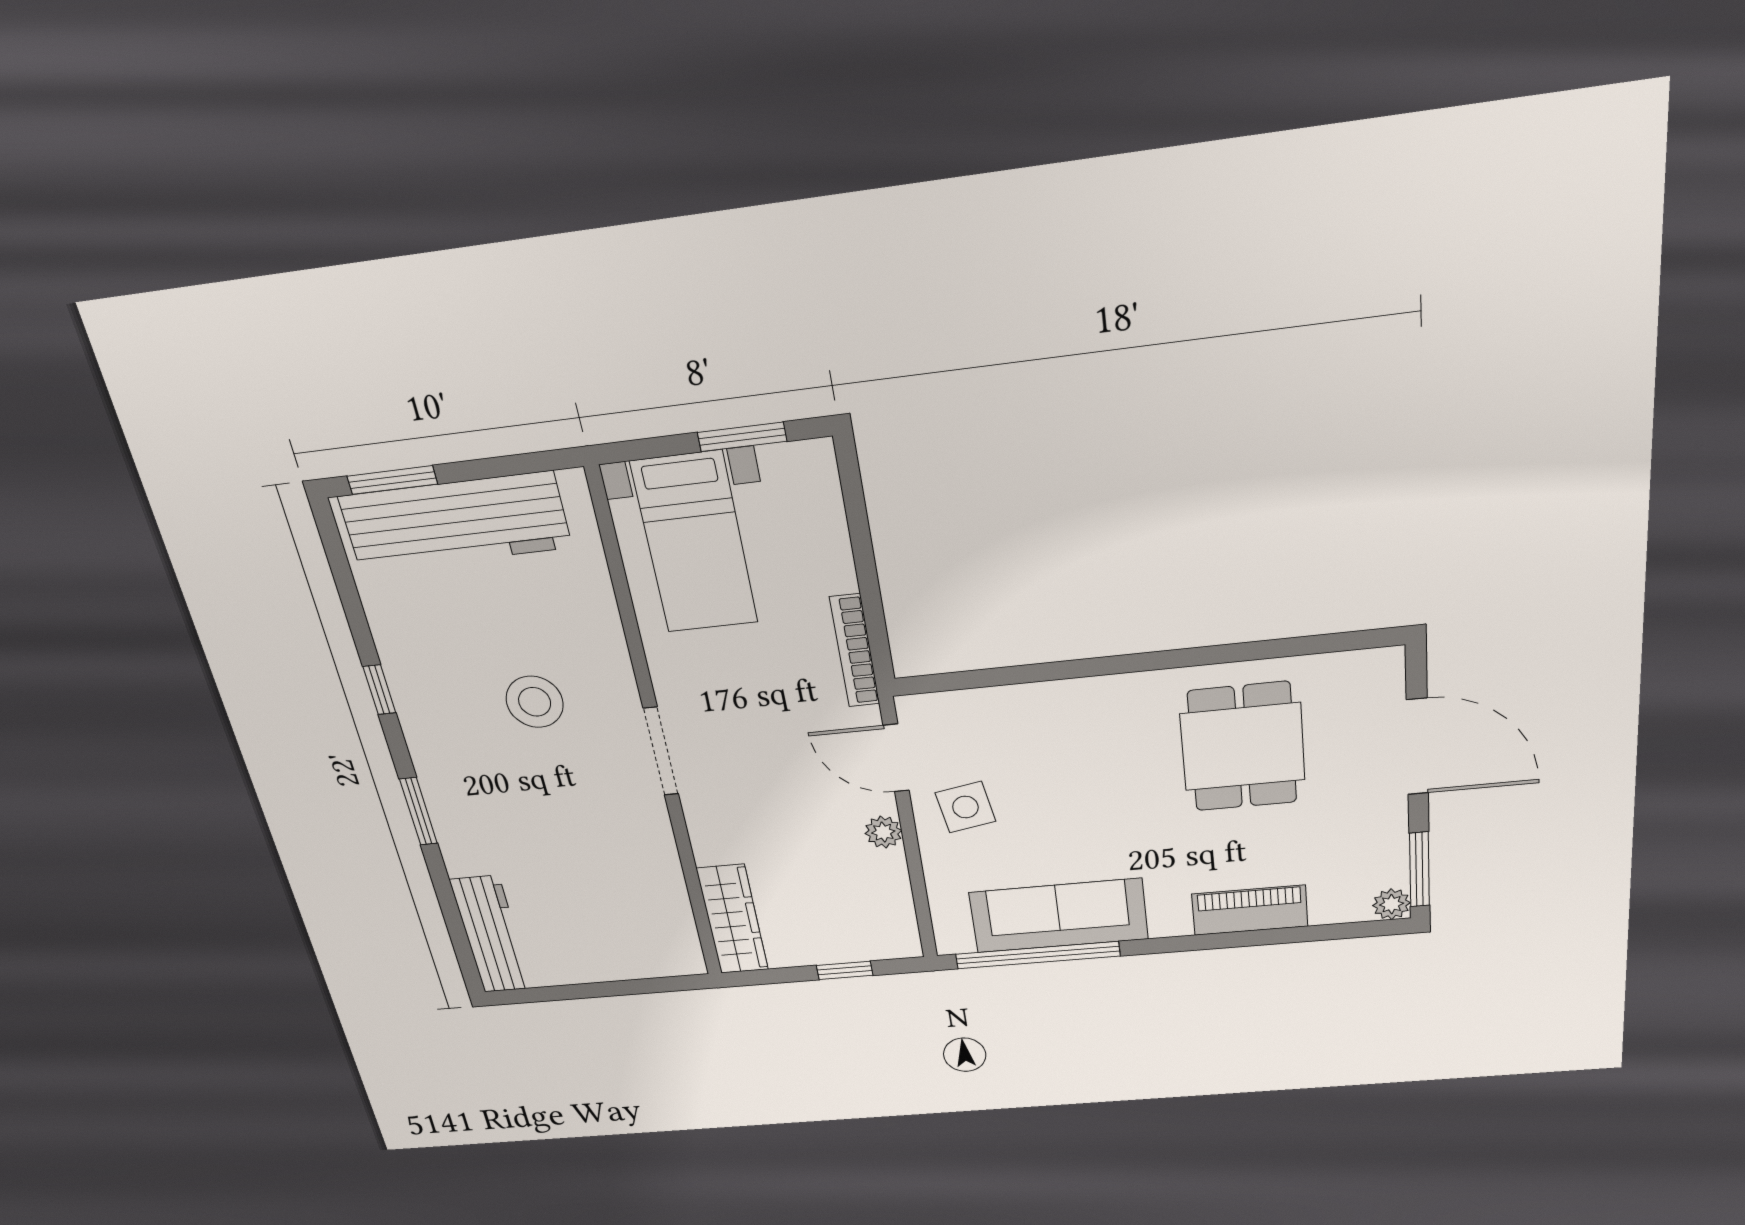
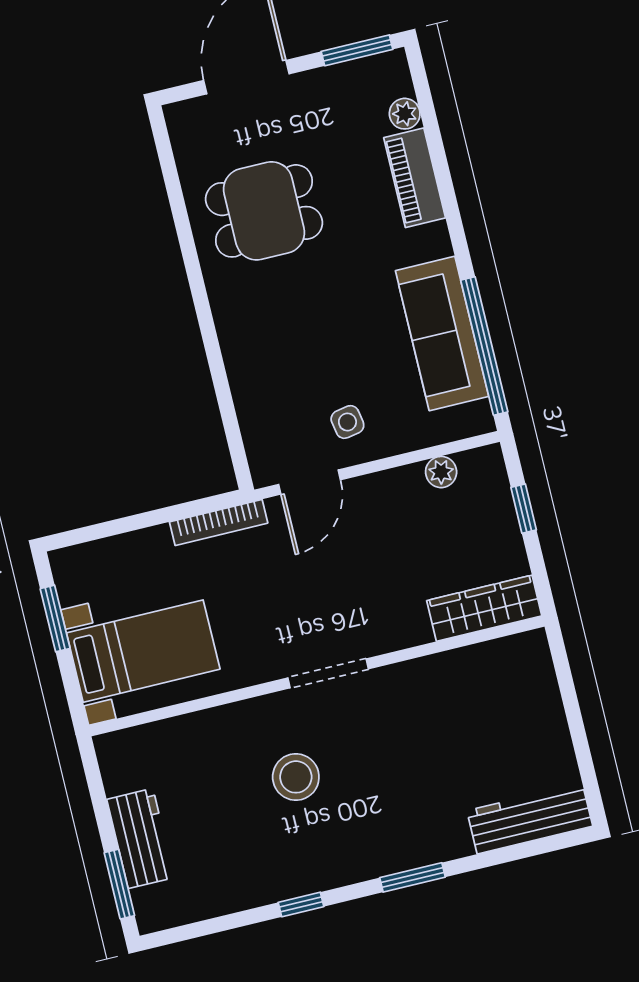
workbench: (455, 522) -> (140, 838), width x0.53, depth x0.76
side table: (965, 807) -> (347, 422), width x0.73, depth x0.73
plant: (883, 832) -> (441, 472), moved
plant: (1392, 904) -> (405, 114), moved

